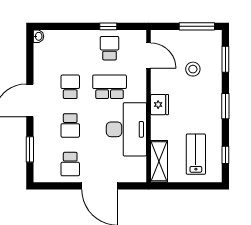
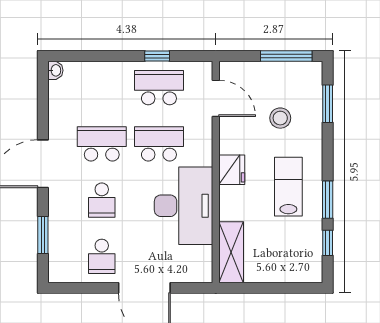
school desk: (110, 48) -> (159, 88), width x1.85
school desk: (70, 87) -> (102, 144), width x1.85
window: (225, 106) -> (328, 200), moved
lab bench: (196, 154) -> (288, 187), moved

